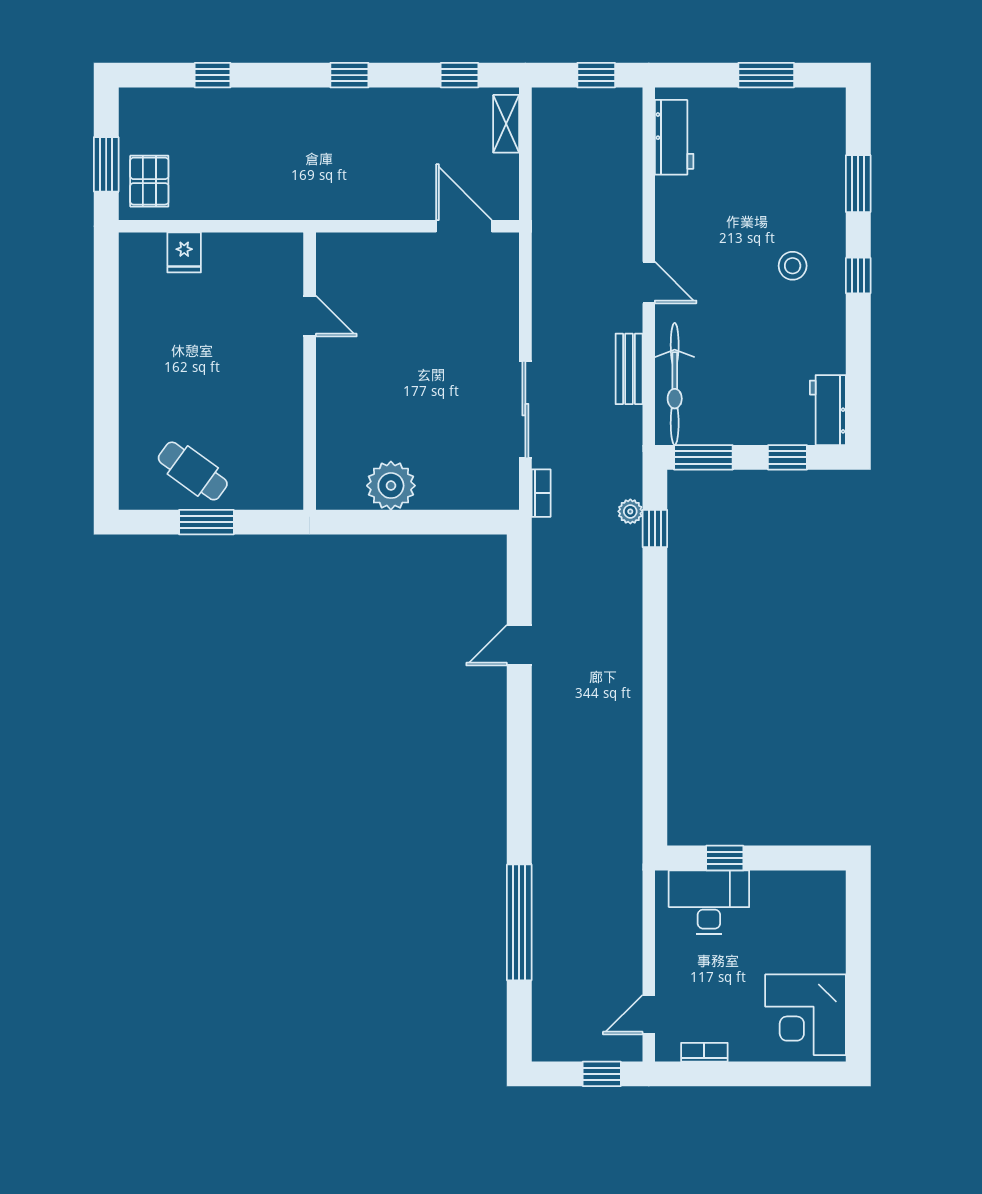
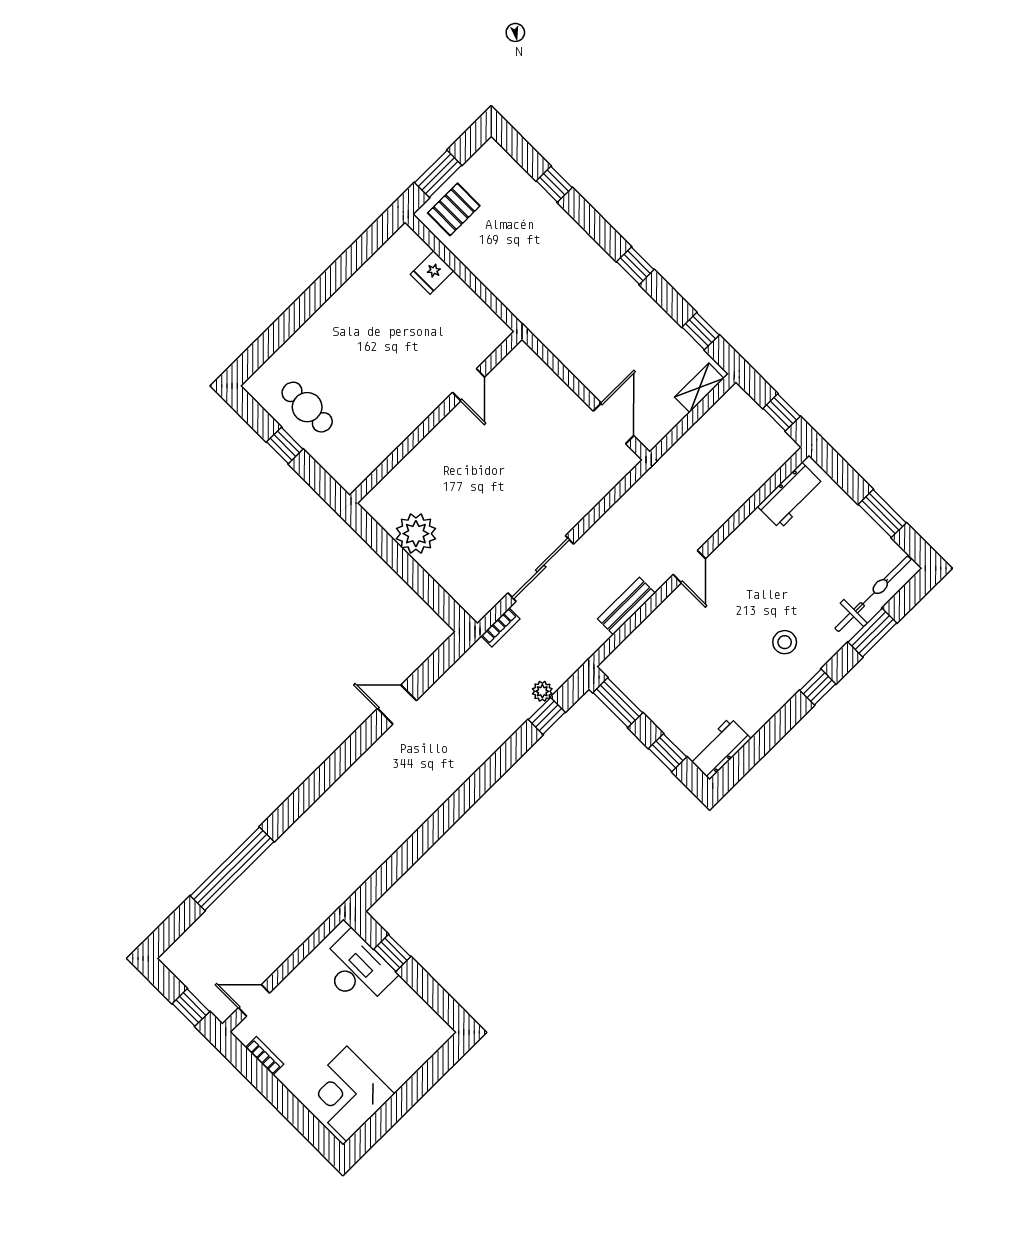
bicycle: (675, 384) -> (873, 594), moved, turned 180
cafe table: (193, 471) -> (307, 407), turned -36
window: (206, 522) -> (285, 446), width x0.67

